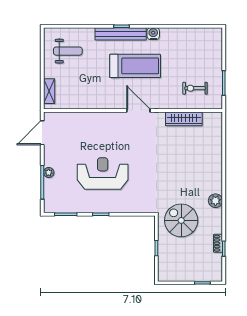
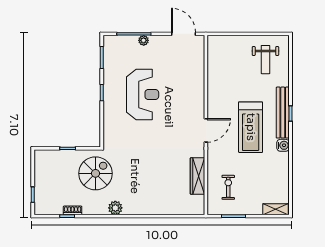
shelving: (49, 91) -> (276, 209), moved

